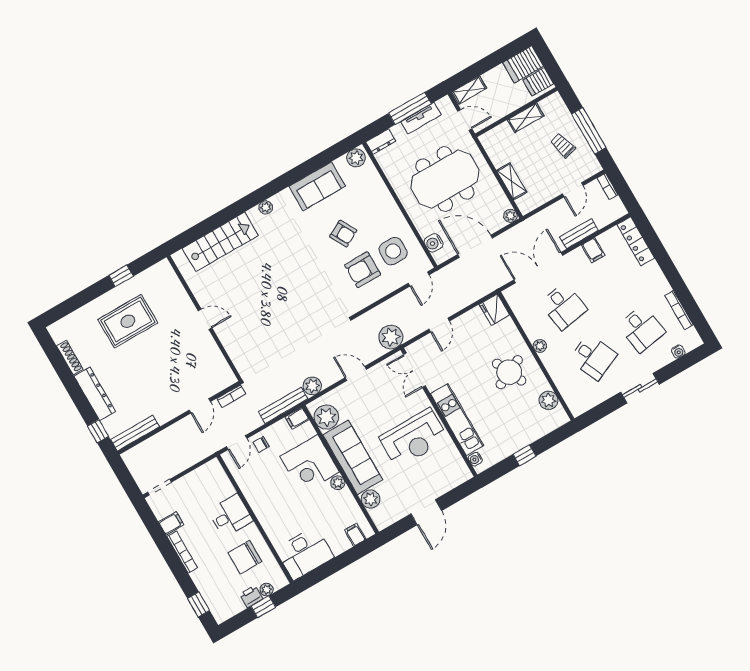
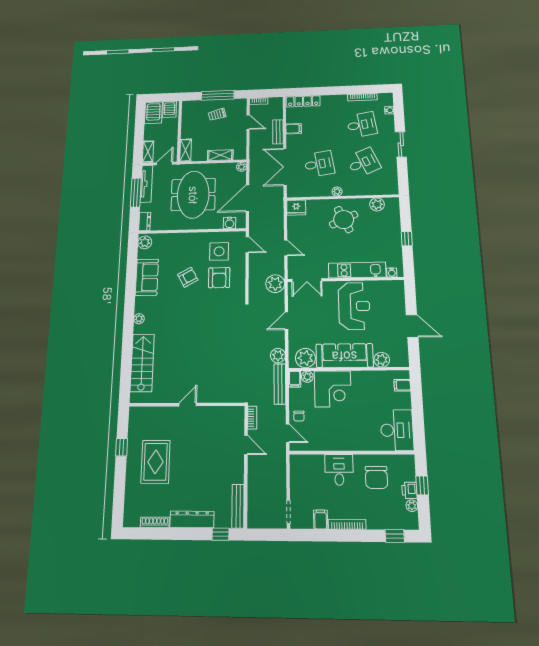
tv unit: (421, 118) -> (147, 184), width x1.41
shelving: (526, 118) -> (186, 150), moved
plant: (338, 483) -> (307, 377), moved
plant: (267, 590) -> (412, 506), moved

